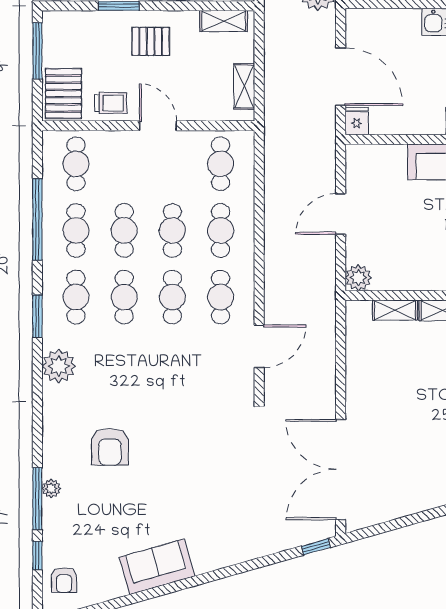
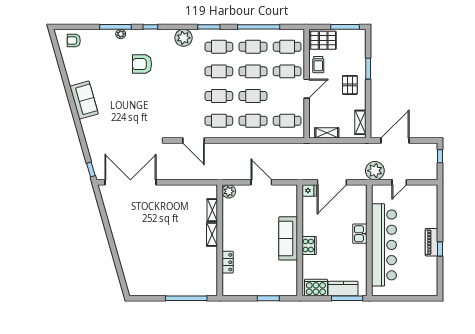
cafe table: (124, 164) -> (287, 71), added
window: (37, 555) -> (150, 27), moved
sofa: (157, 567) -> (84, 100), moved

